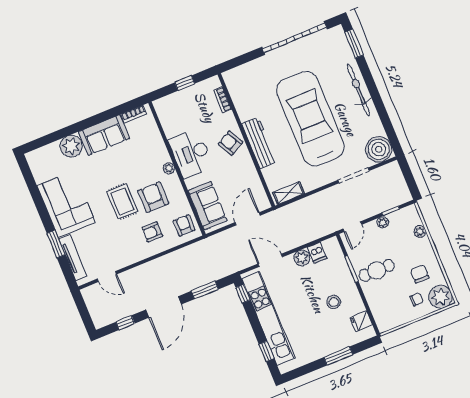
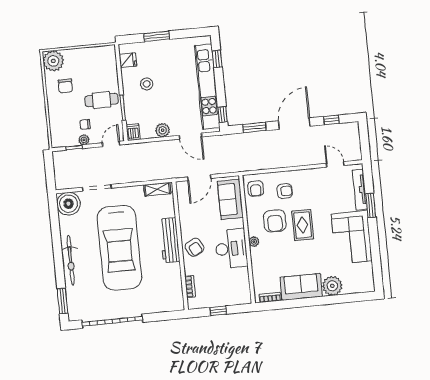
plant: (420, 232) -> (54, 122), removed
dishwasher: (317, 253) -> (133, 132), moved
chair: (416, 299) -> (85, 124), moved

